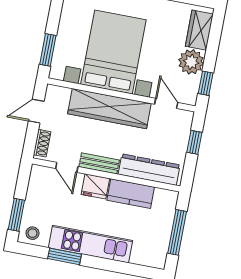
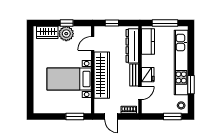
bed with nightstands: (113, 52) -> (69, 79), width x0.73
window: (206, 83) -> (67, 23), moved
kitchen counter: (131, 194) -> (148, 41), moved
kitchen unit: (91, 244) -> (181, 63), width x1.36

